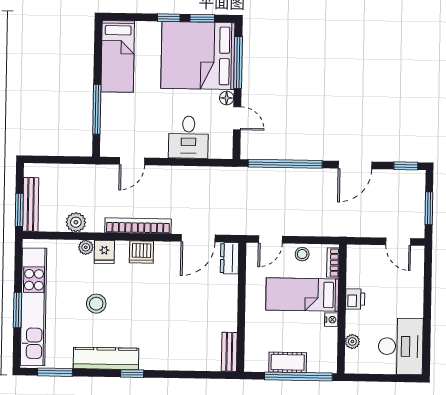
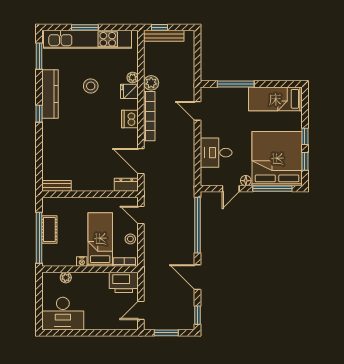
window: (19, 210) -> (160, 27), width x0.67
plant: (76, 222) -> (151, 83), moved
printer: (355, 299) -> (124, 282), moved, width x1.87, depth x1.48

